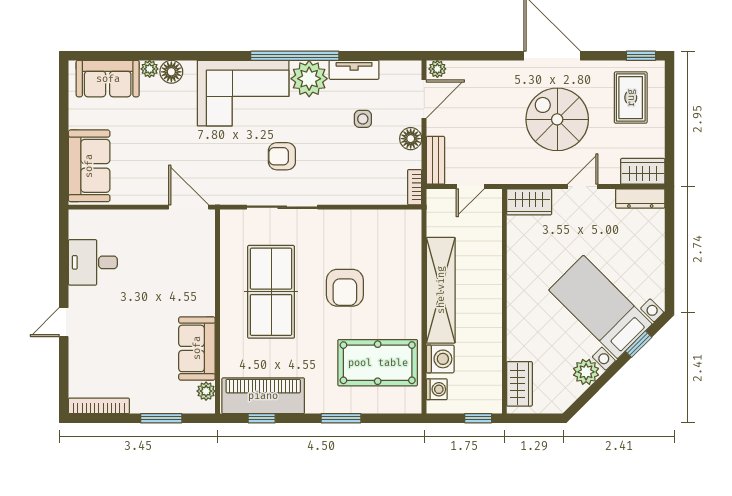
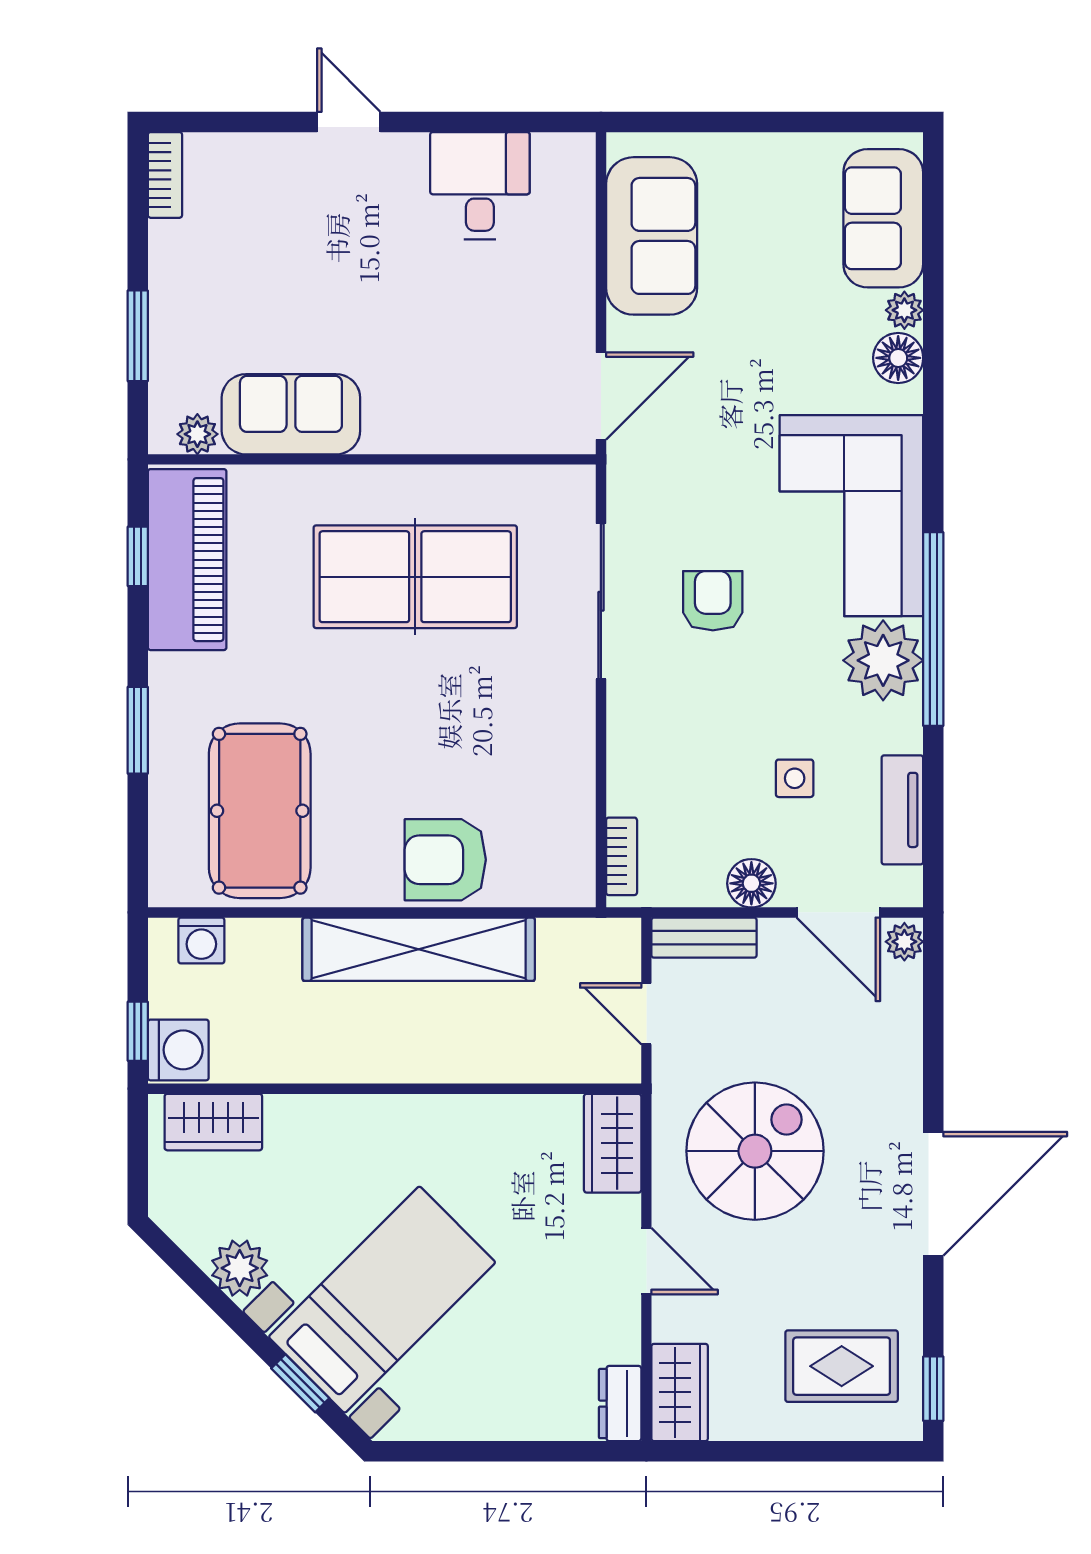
tv unit: (354, 70) -> (902, 810), moved
spiral stairs: (557, 119) -> (755, 1151), moved
sofa: (89, 166) -> (652, 236), moved, turned -90
bookcase: (415, 187) -> (622, 856), moved, turned 90
dresser: (640, 198) -> (620, 1404), width x0.70
armchair: (345, 288) -> (445, 860), moved
washing machine: (440, 359) -> (178, 1050), moved, turned -90
bookcase: (99, 406) -> (165, 175), width x0.64

